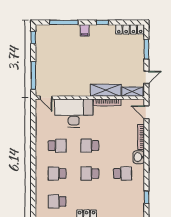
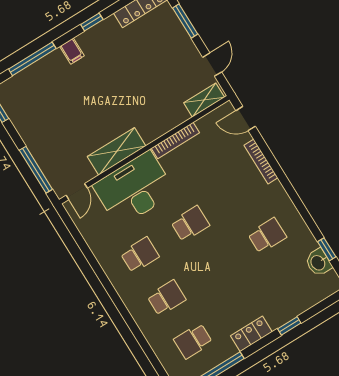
shelving: (106, 90) -> (117, 151), moved
door: (46, 98) -> (77, 192), hinge flipped
school desk: (90, 146) -> (190, 224), turned 180
washbasin: (139, 157) -> (318, 262), moved
school desk: (57, 174) -> (166, 298), turned 180
school desk: (90, 174) -> (217, 267), removed

